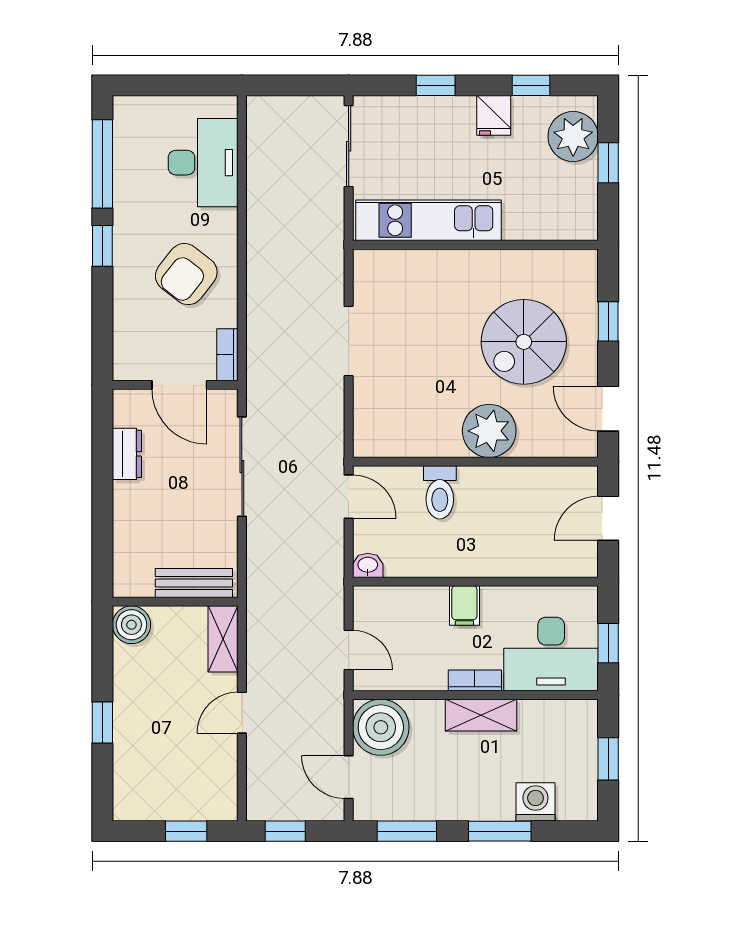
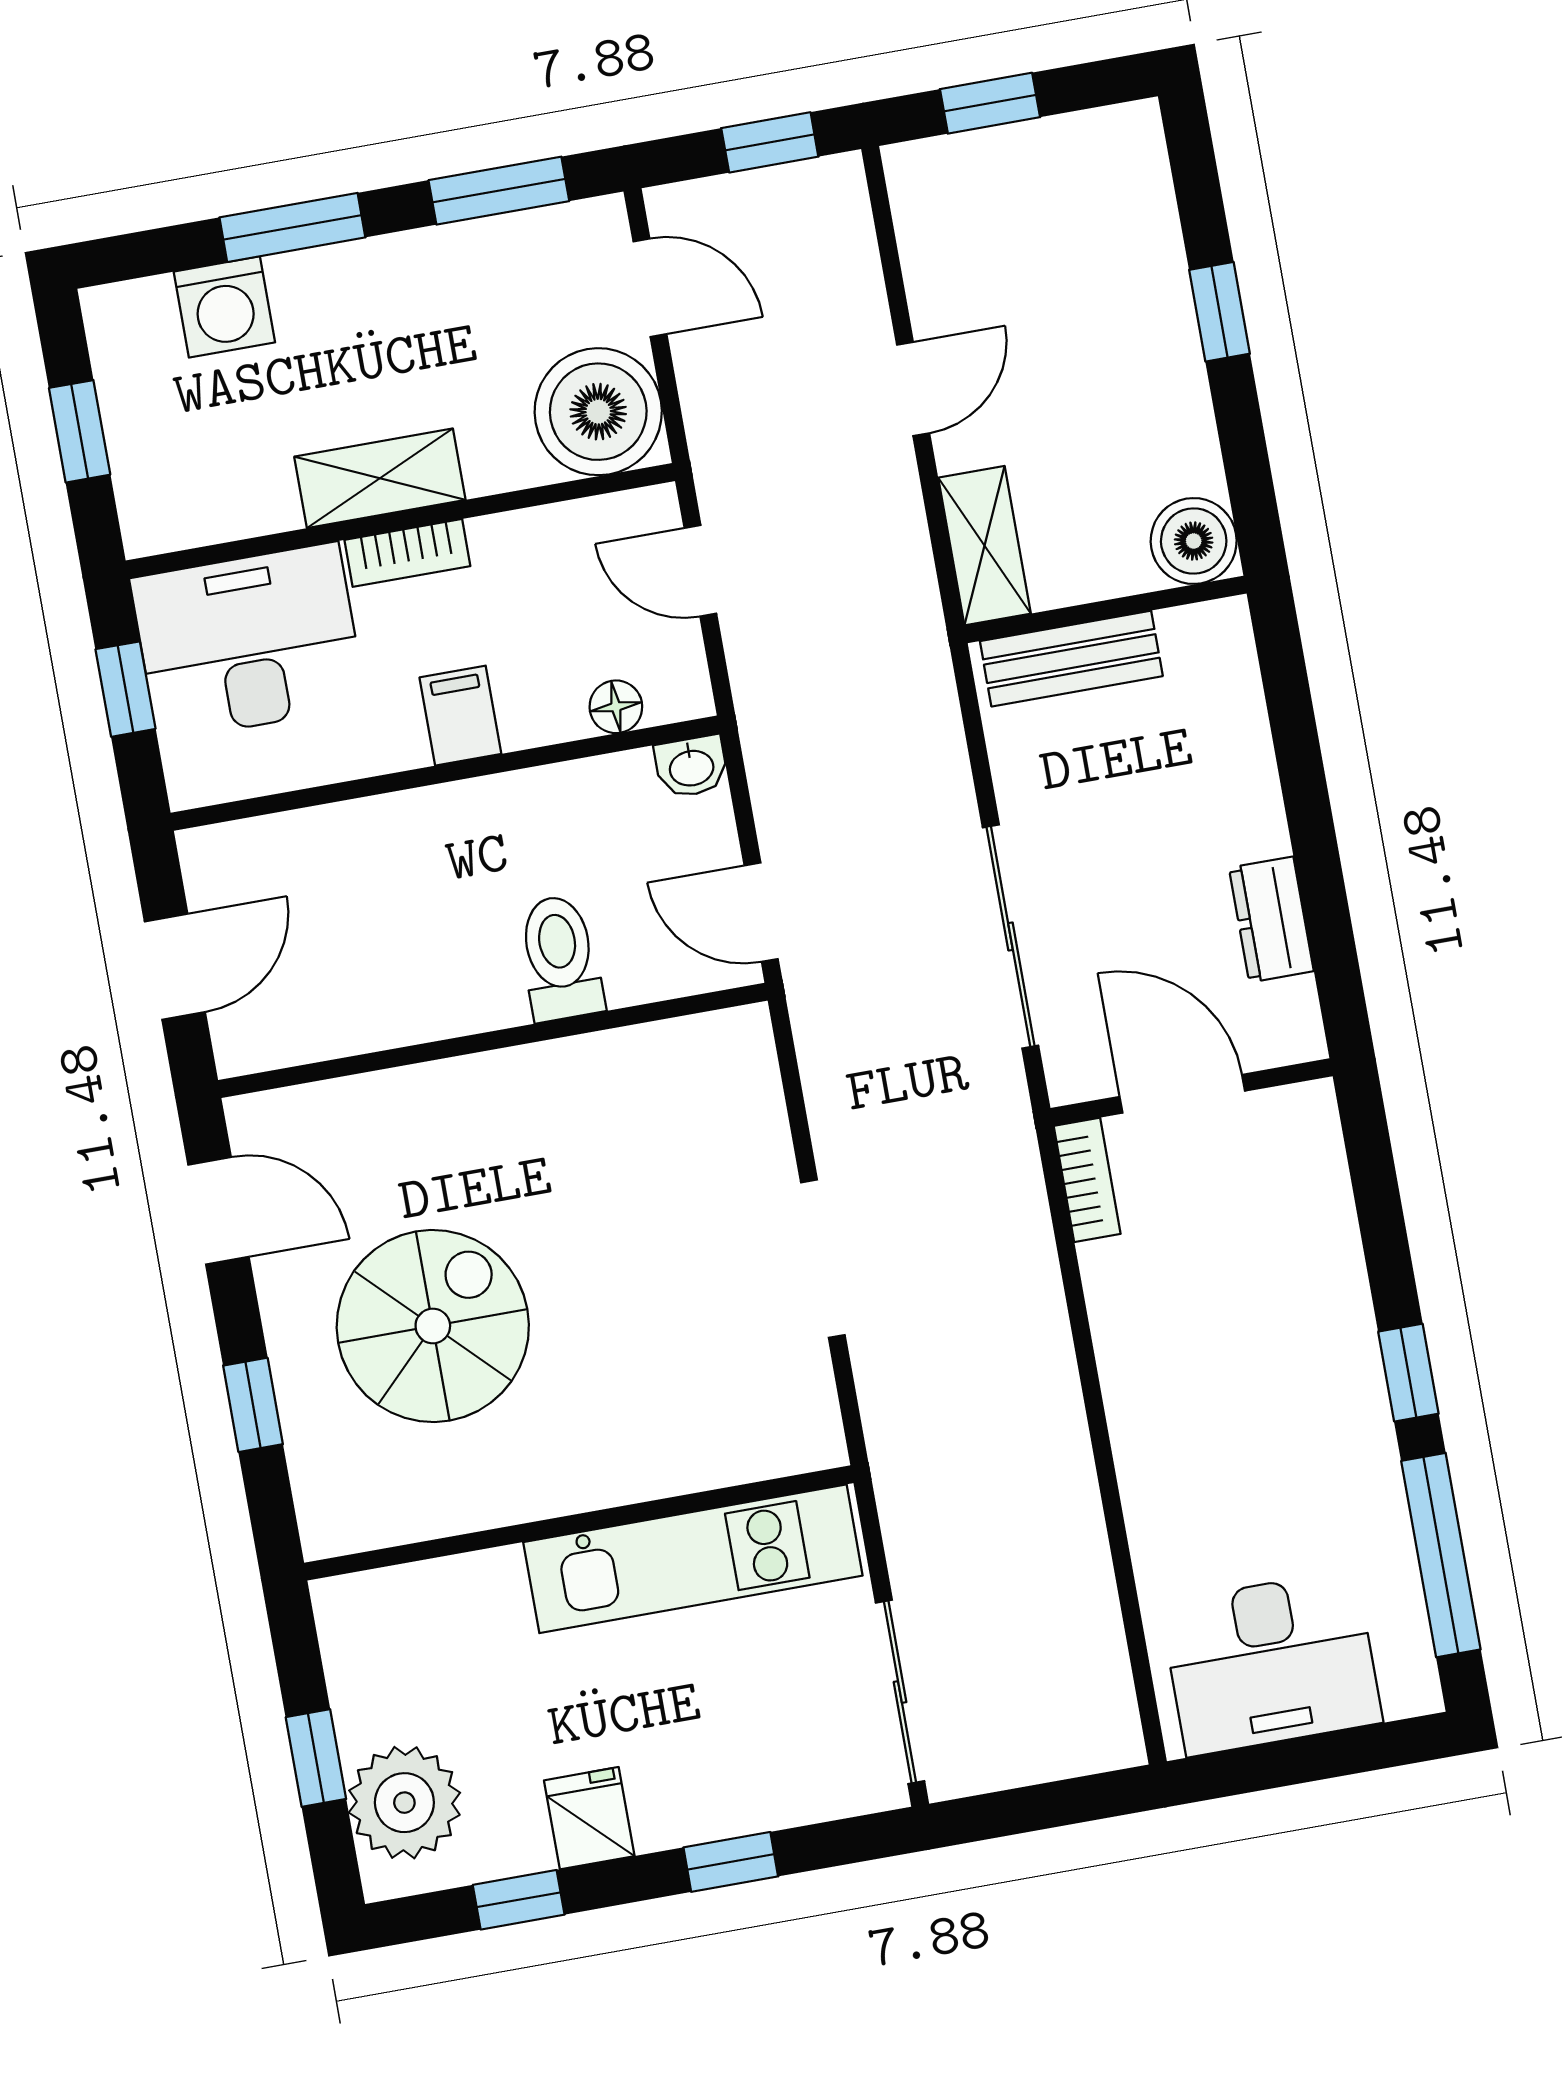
desk: (203, 163) -> (1271, 1663), moved, turned -90
armchair: (186, 274) -> (1211, 1343), removed
plant: (489, 431) -> (474, 1114), removed
floor lamp: (396, 597) -> (616, 707), added

